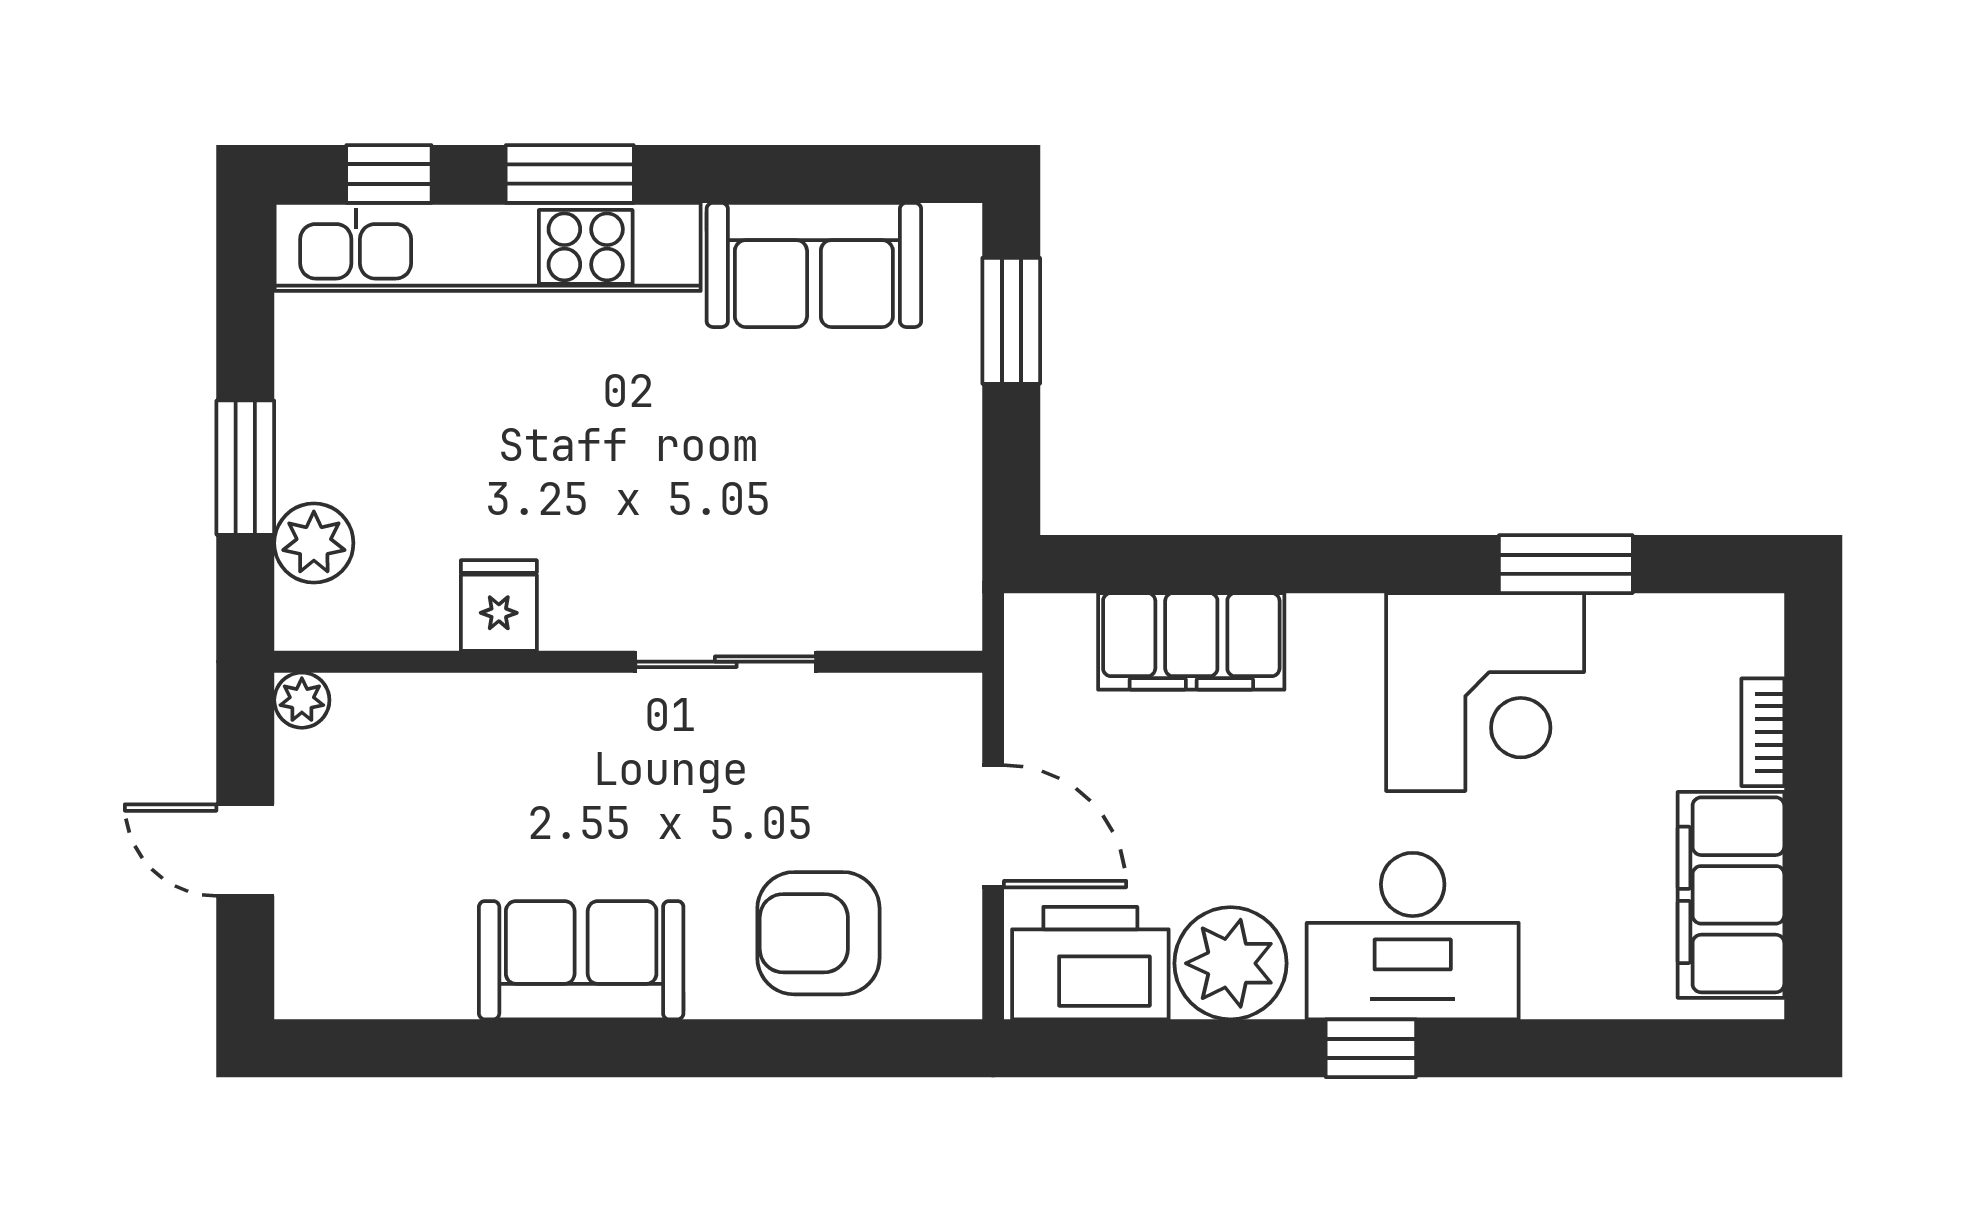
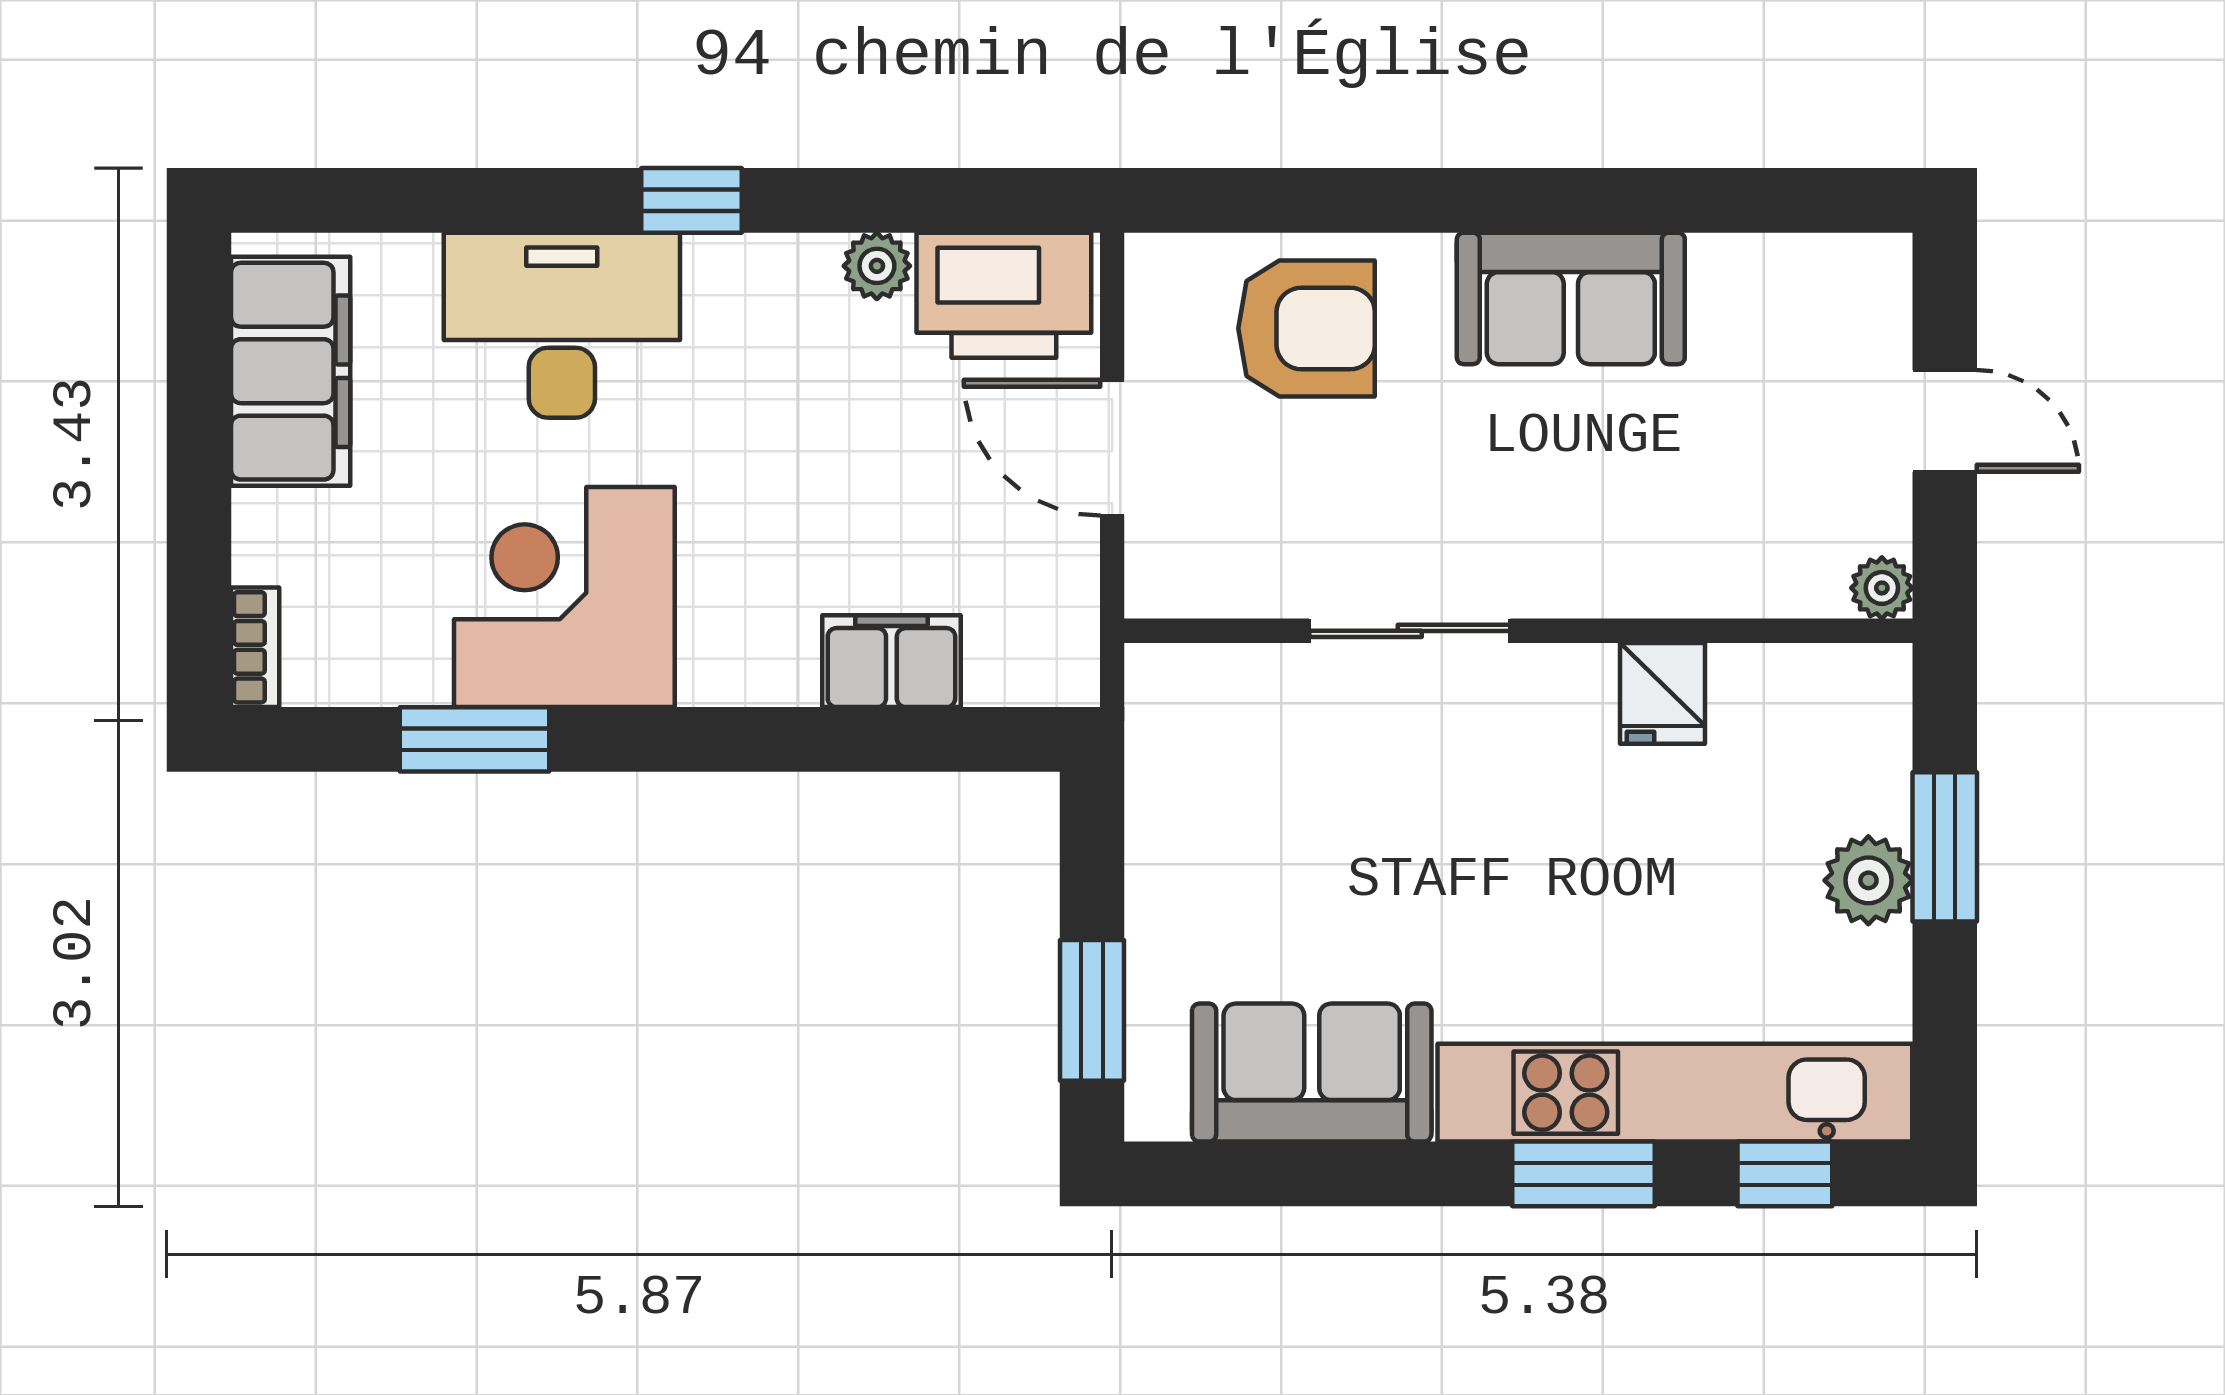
plant: (314, 543) -> (1868, 880), moved
filing cabinet: (1191, 641) -> (891, 661), width x0.67, depth x0.86
bookcase: (1763, 732) -> (255, 647), moved
desk: (1413, 936) -> (562, 325), moved
plant: (1231, 963) -> (877, 266), width x0.53, depth x0.53

